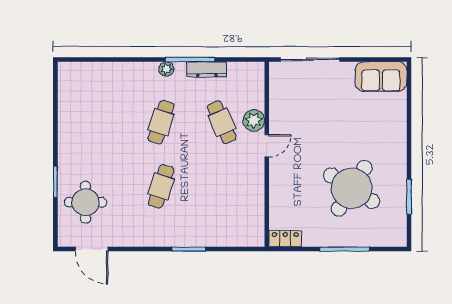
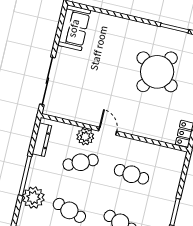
plant: (166, 69) -> (33, 198), width x1.88, depth x1.88
dresser: (207, 69) -> (42, 140), moved
cafe table: (222, 186) -> (131, 174), added

